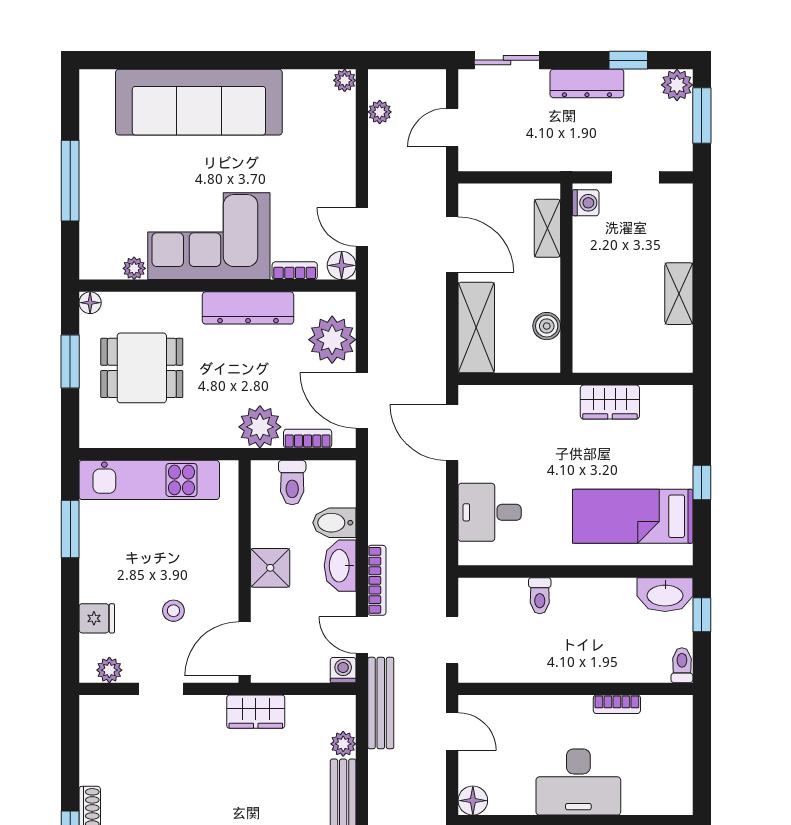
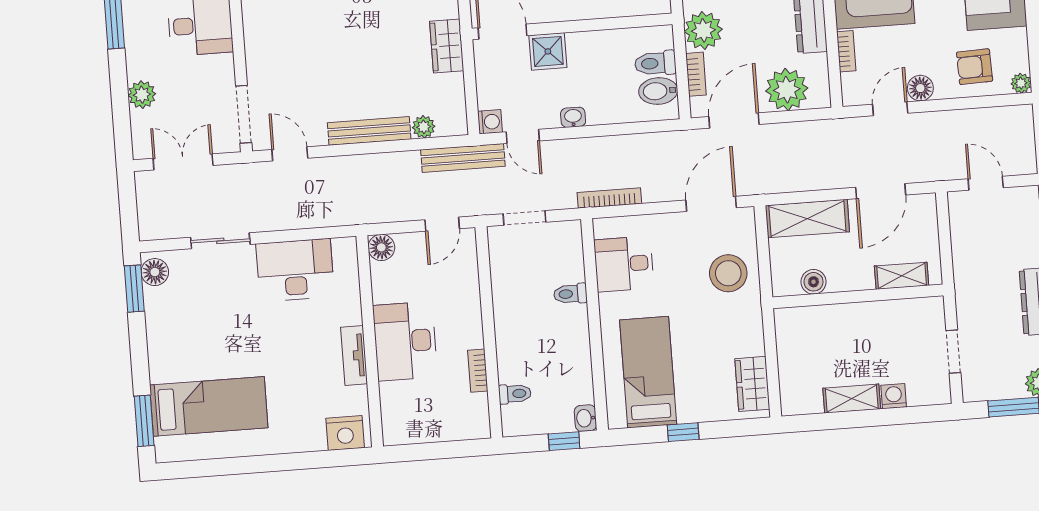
plant: (380, 112) -> (995, 117), removed
armchair: (322, 130) -> (975, 67), added
washing machine: (586, 203) -> (894, 396), moved, turned 180
floor lamp: (342, 265) -> (920, 88), moved
wardrobe: (610, 402) -> (752, 384), moved
stool: (530, 419) -> (728, 273), added
desk: (490, 512) -> (624, 264), moved, turned -90
bidet: (334, 523) -> (658, 91), moved, turned -90
washbasin: (340, 566) -> (573, 117), width x0.52, depth x0.69
shower: (270, 568) -> (548, 51), moved
bookcase: (377, 580) -> (609, 198), moved, turned 180
washbasin: (665, 595) -> (585, 418), width x0.52, depth x0.69
door: (362, 635) -> (523, 136), swing flipped
toilet: (682, 665) -> (515, 394), moved

